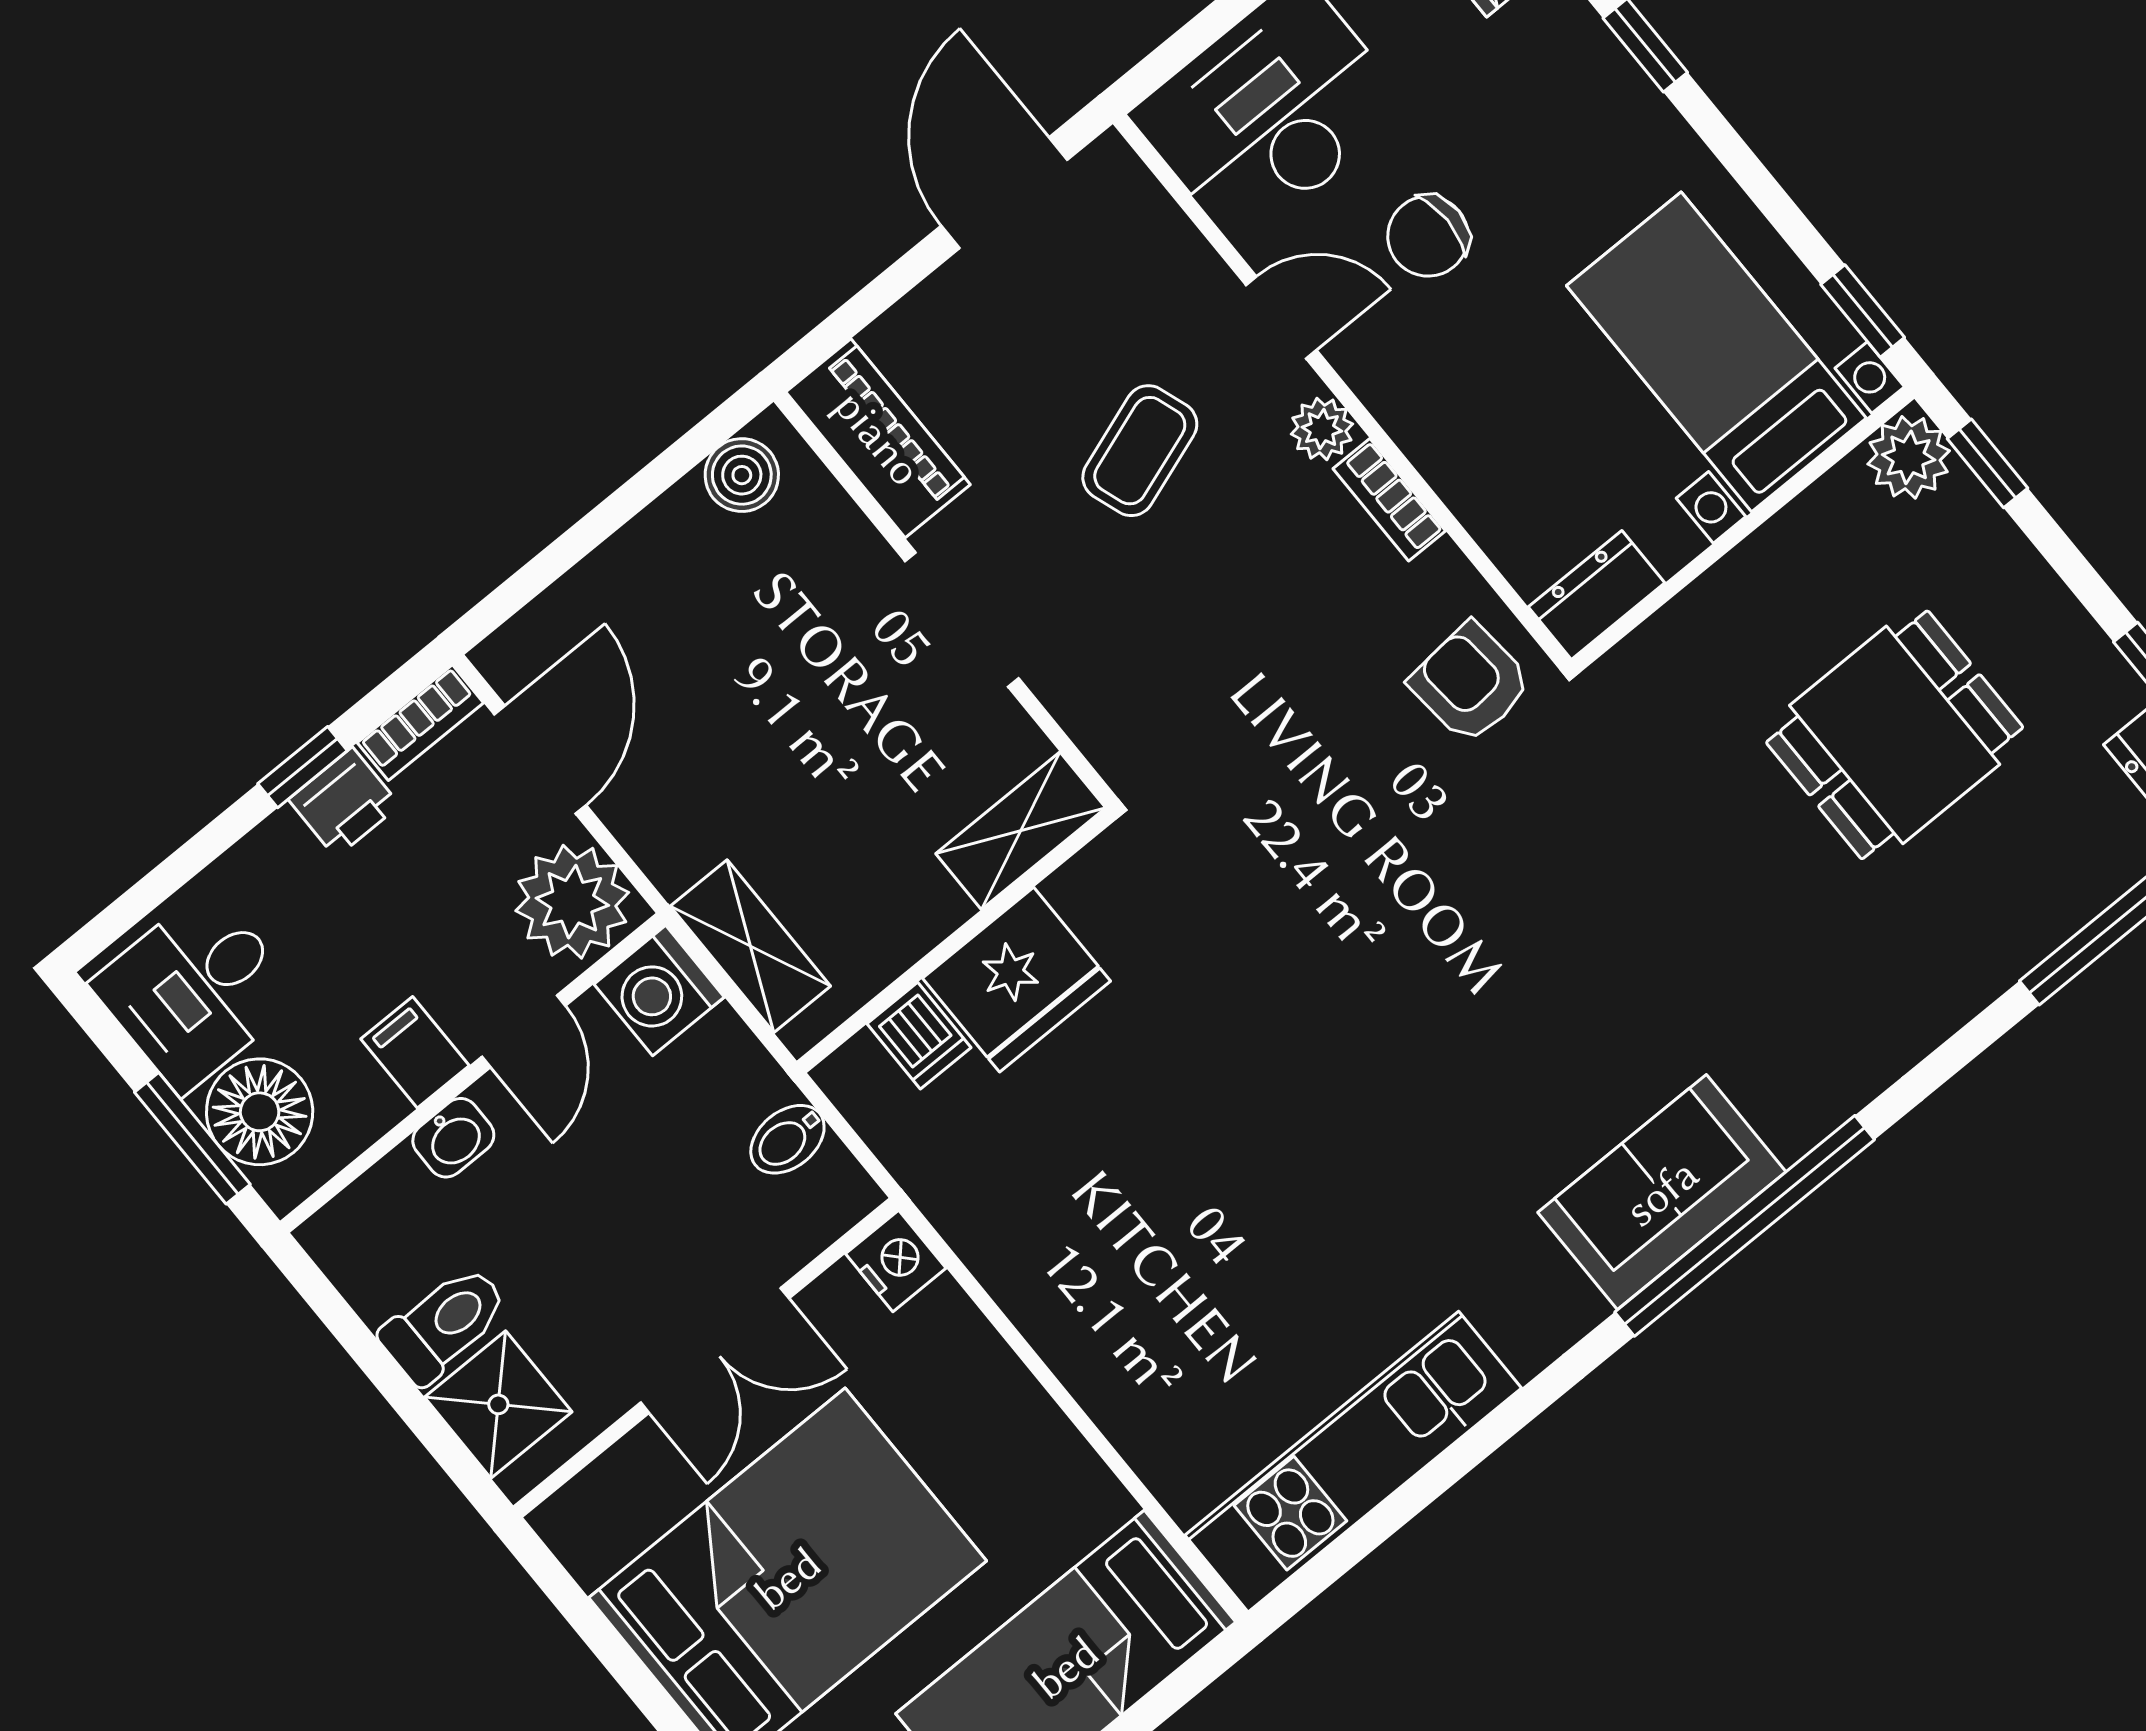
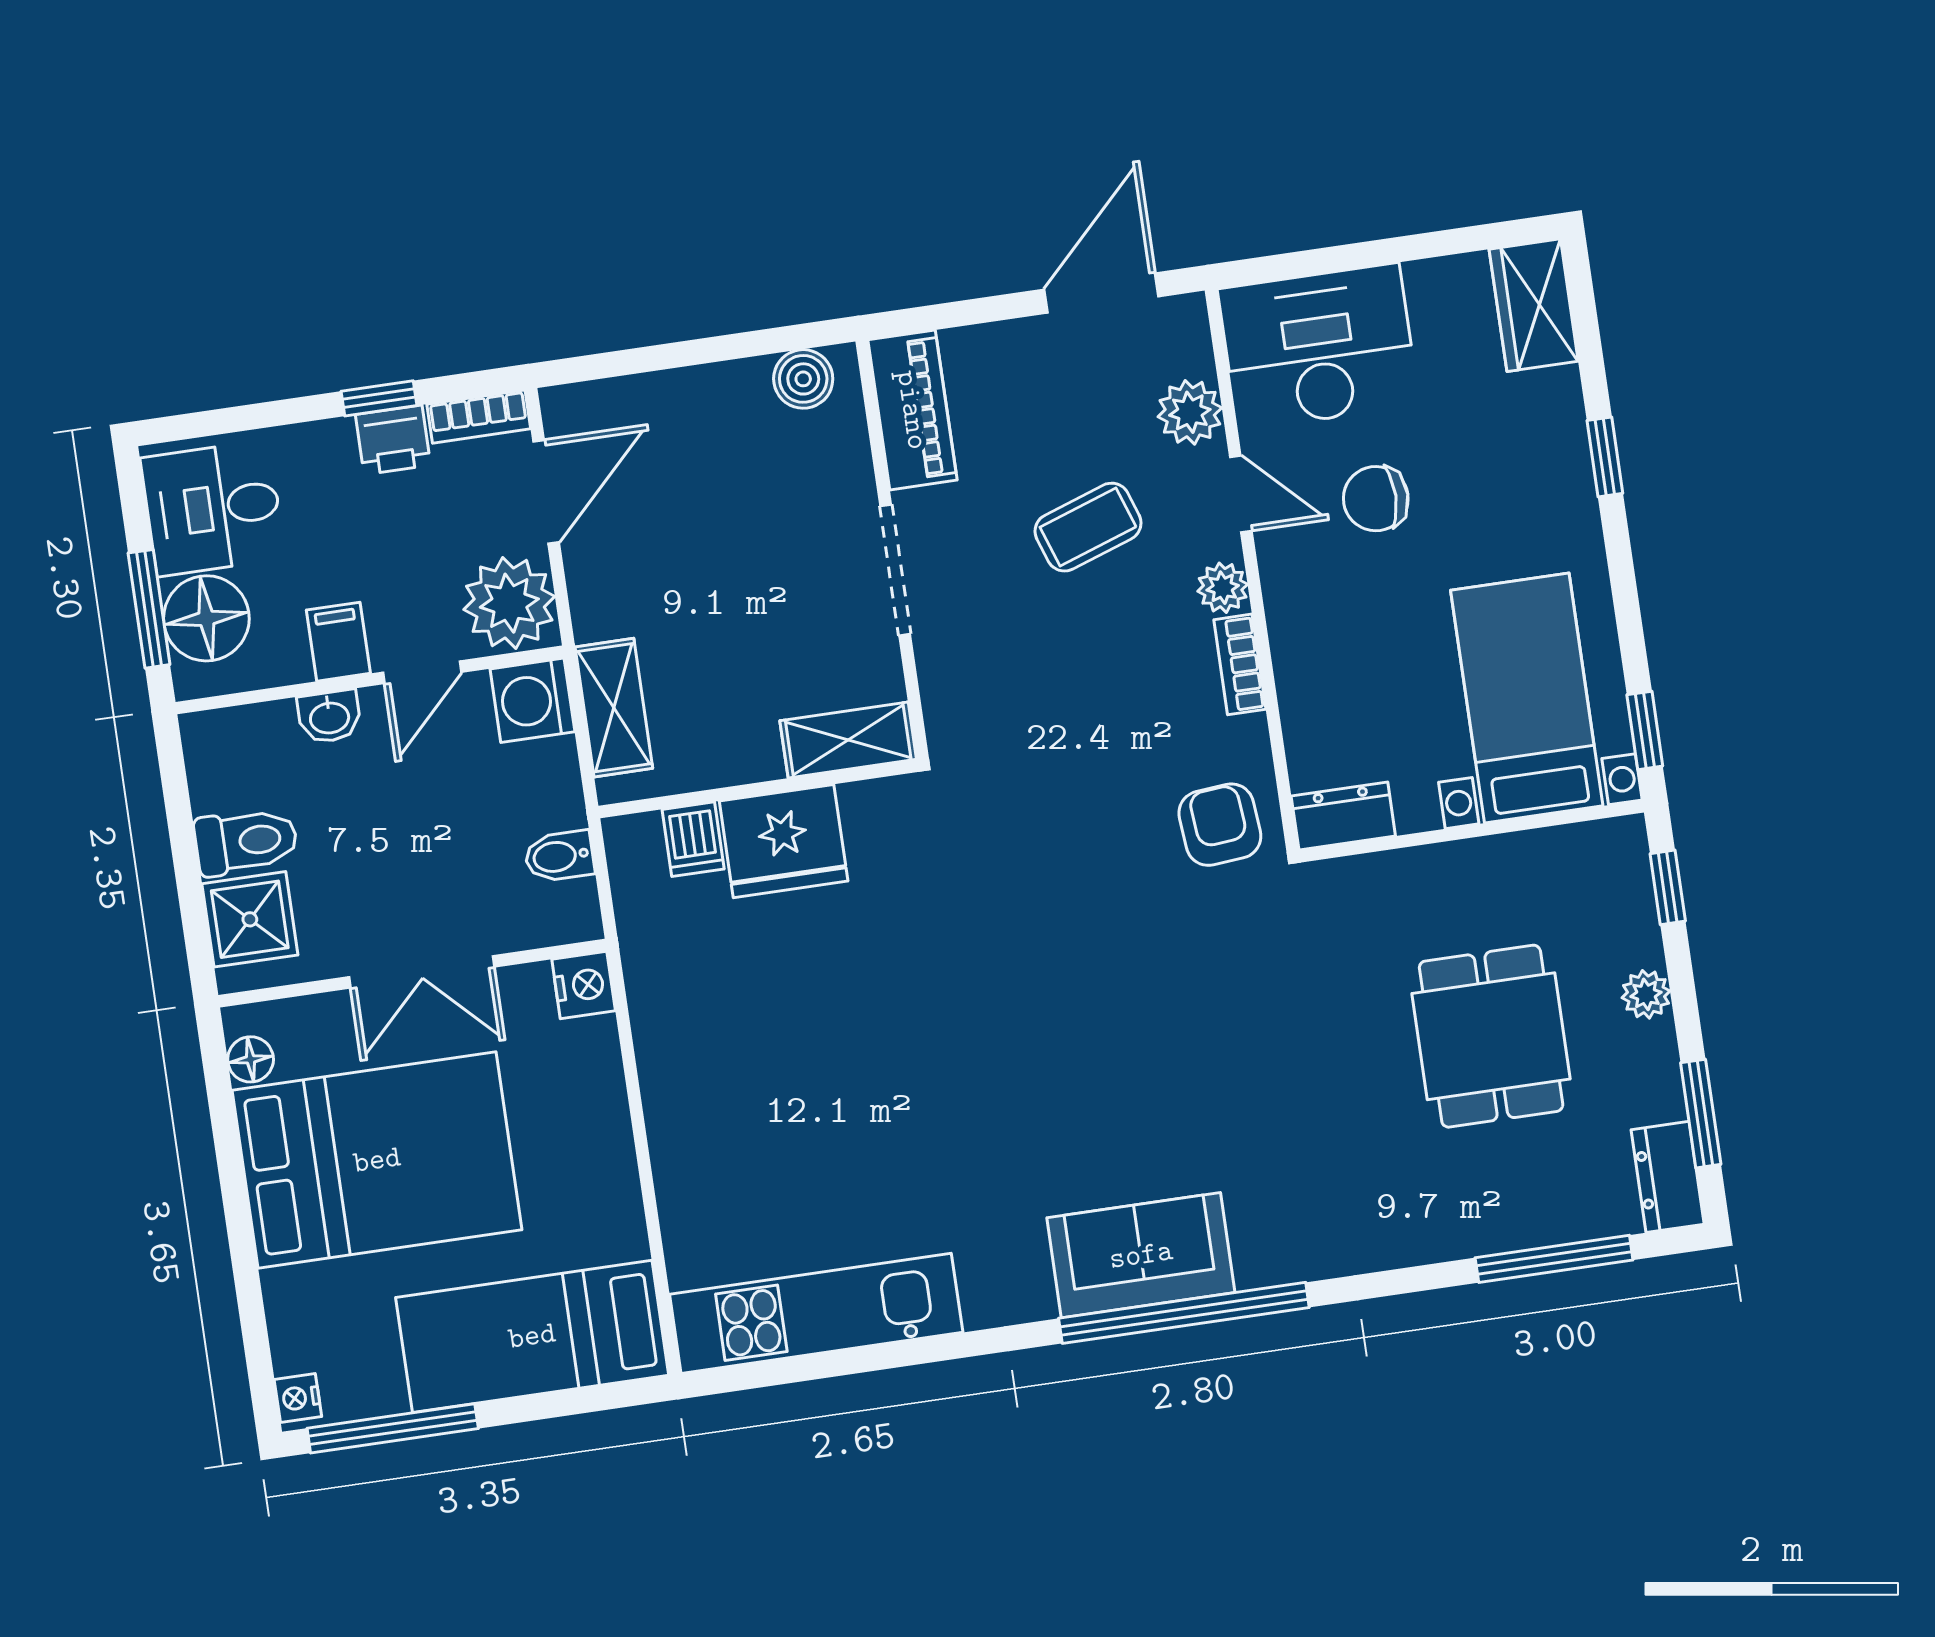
plant: (1175, 263) -> (1190, 412), added
plant: (1909, 457) -> (1646, 994), moved, width x0.73, depth x0.73
dining table: (1895, 735) -> (1491, 1036), turned 90
floor lamp: (589, 1553) -> (251, 1059), added

